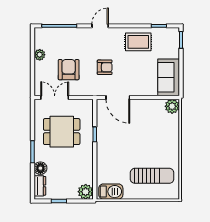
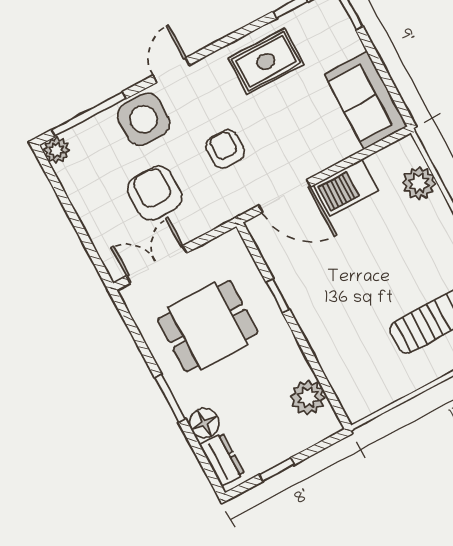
side table: (79, 39) -> (144, 119), added
plant: (40, 55) -> (56, 150), moved
armchair: (105, 67) -> (225, 149), turned -90
plant: (172, 106) -> (419, 183), moved
plant: (86, 192) -> (308, 397), moved
barbecue: (111, 192) -> (346, 188), moved, turned 180

